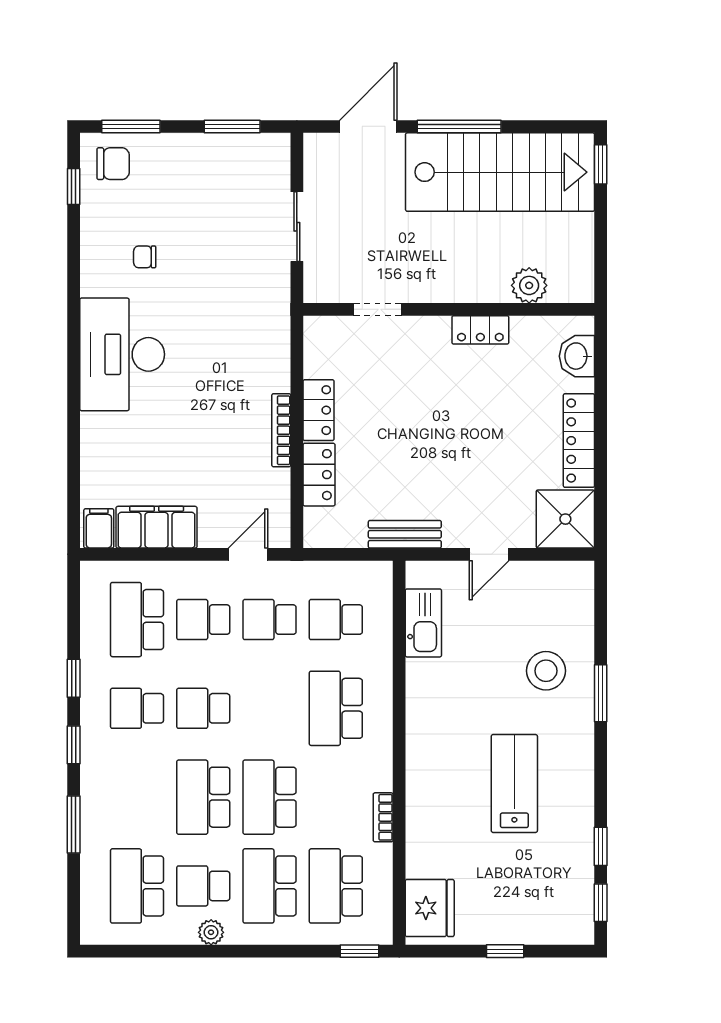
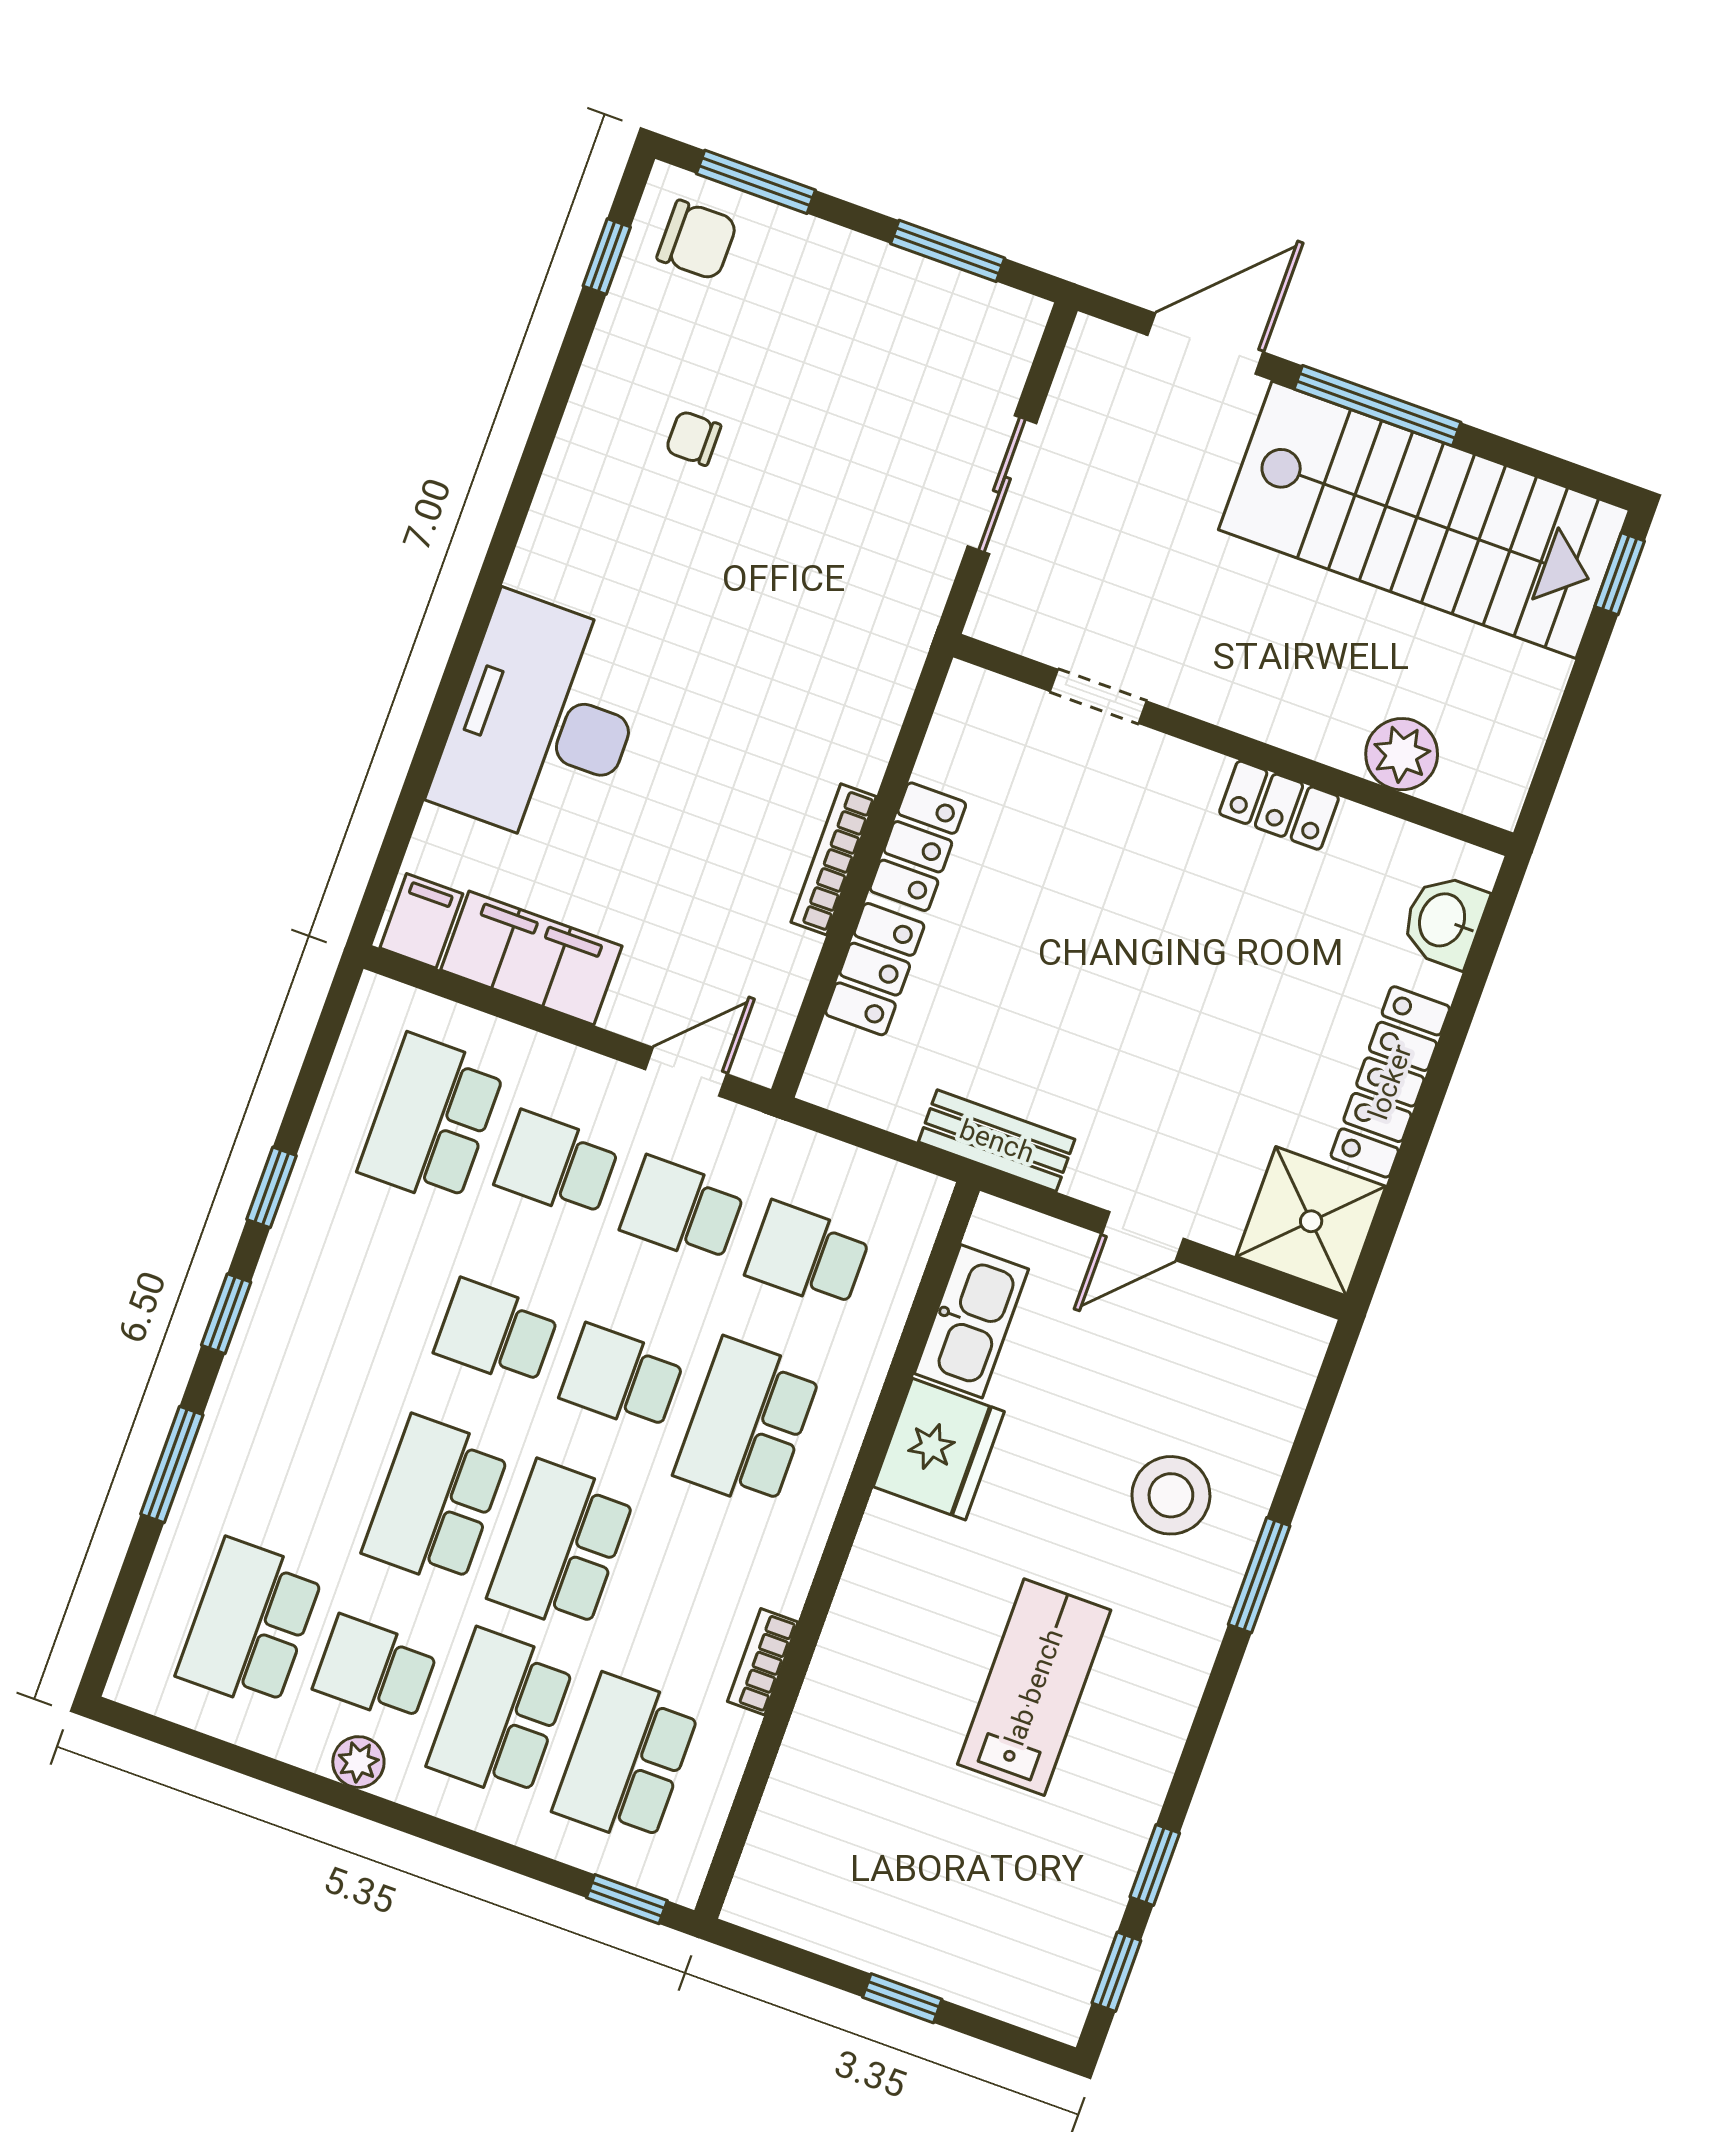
desk: (122, 354) -> (543, 722), moved
school desk: (137, 708) -> (622, 1378), moved
fridge: (430, 908) -> (939, 1449), moved

